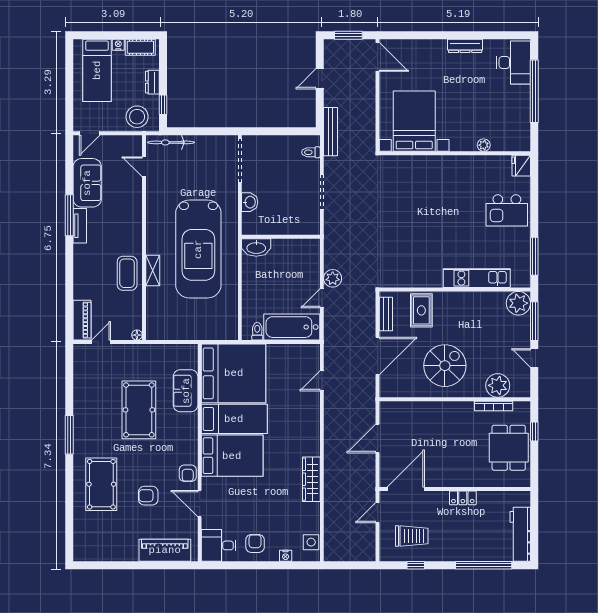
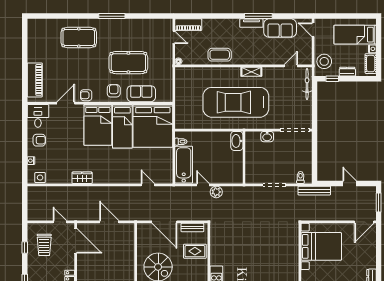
shelving: (153, 271) -> (251, 72), moved
wardrobe: (311, 479) -> (82, 178), width x0.67
armchair: (148, 496) -> (114, 91), moved

